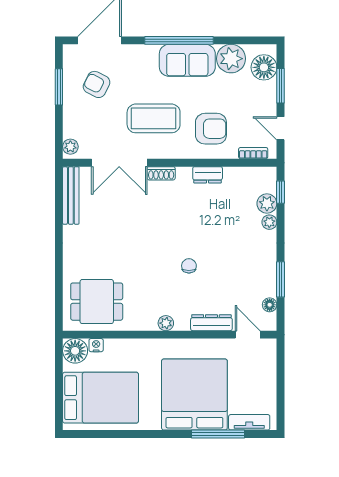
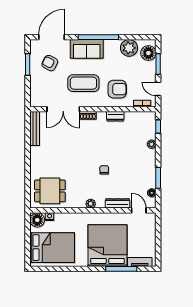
sofa: (187, 60) -> (87, 49), moved
plant: (70, 147) -> (34, 100), removed
plant: (267, 203) -> (150, 133), removed

